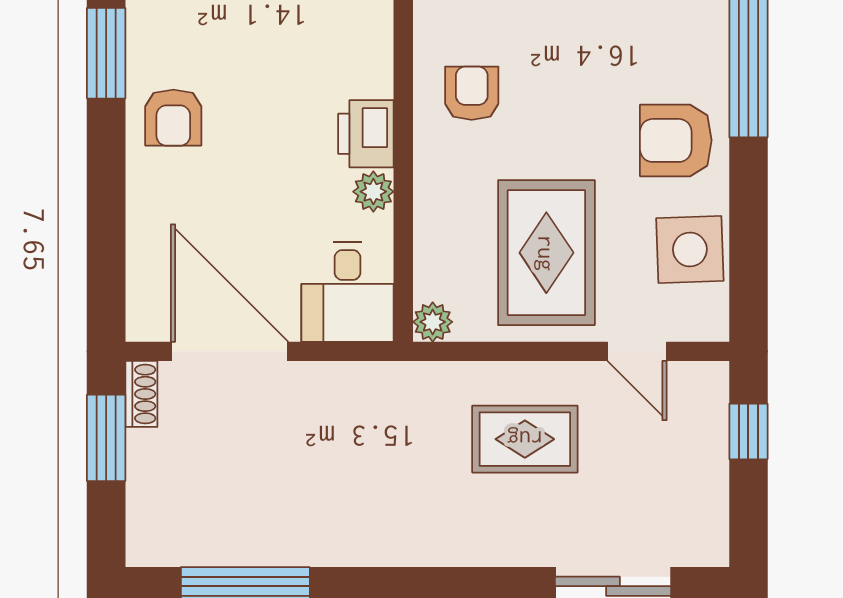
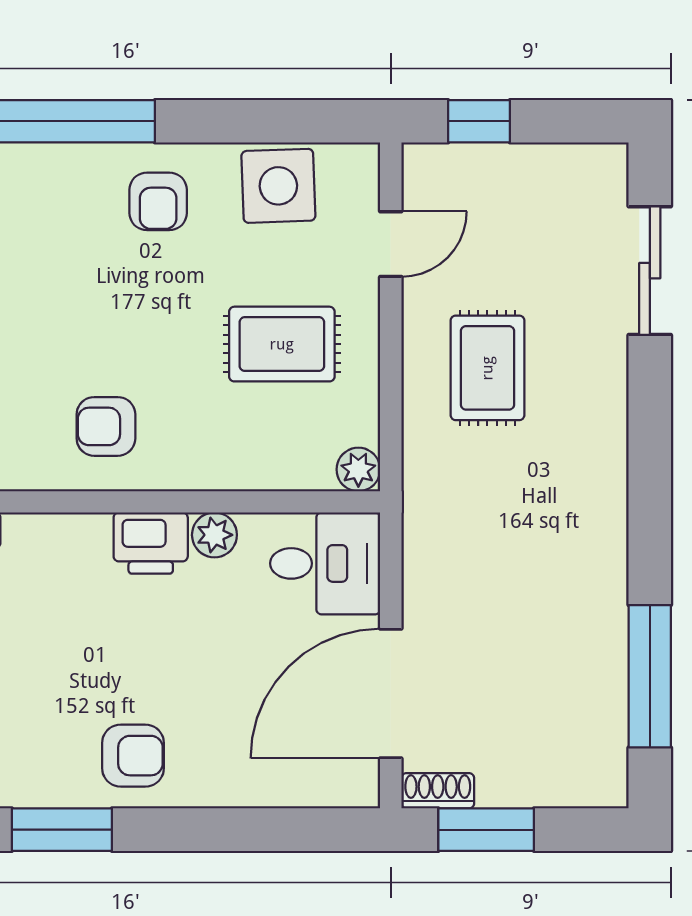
armchair: (676, 140) -> (158, 201), width x0.72, depth x0.72
rug: (546, 253) -> (282, 344), width x0.73, depth x0.70

